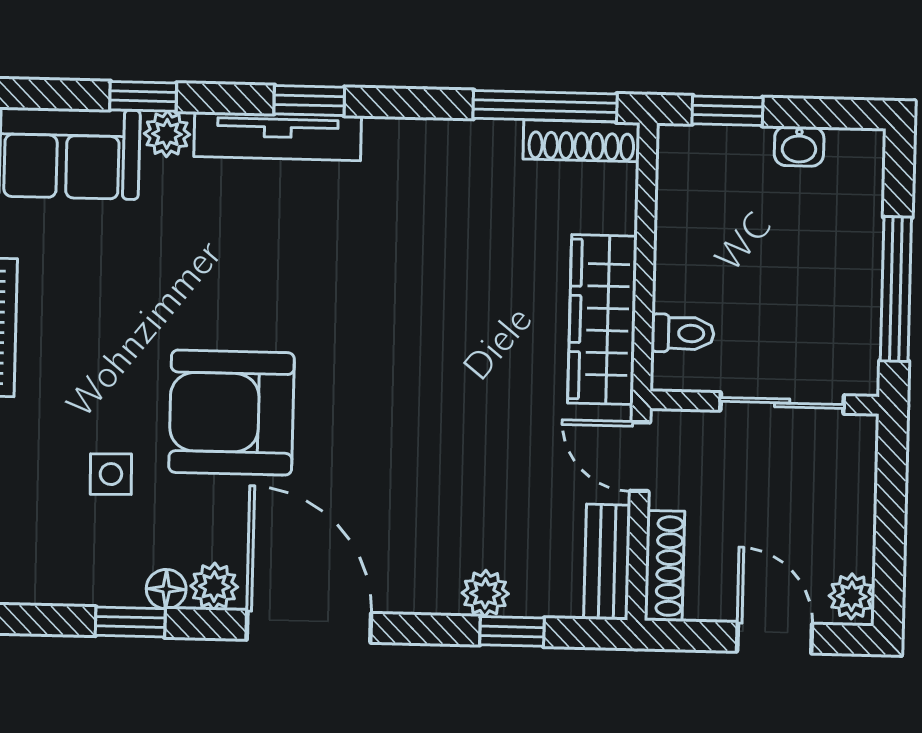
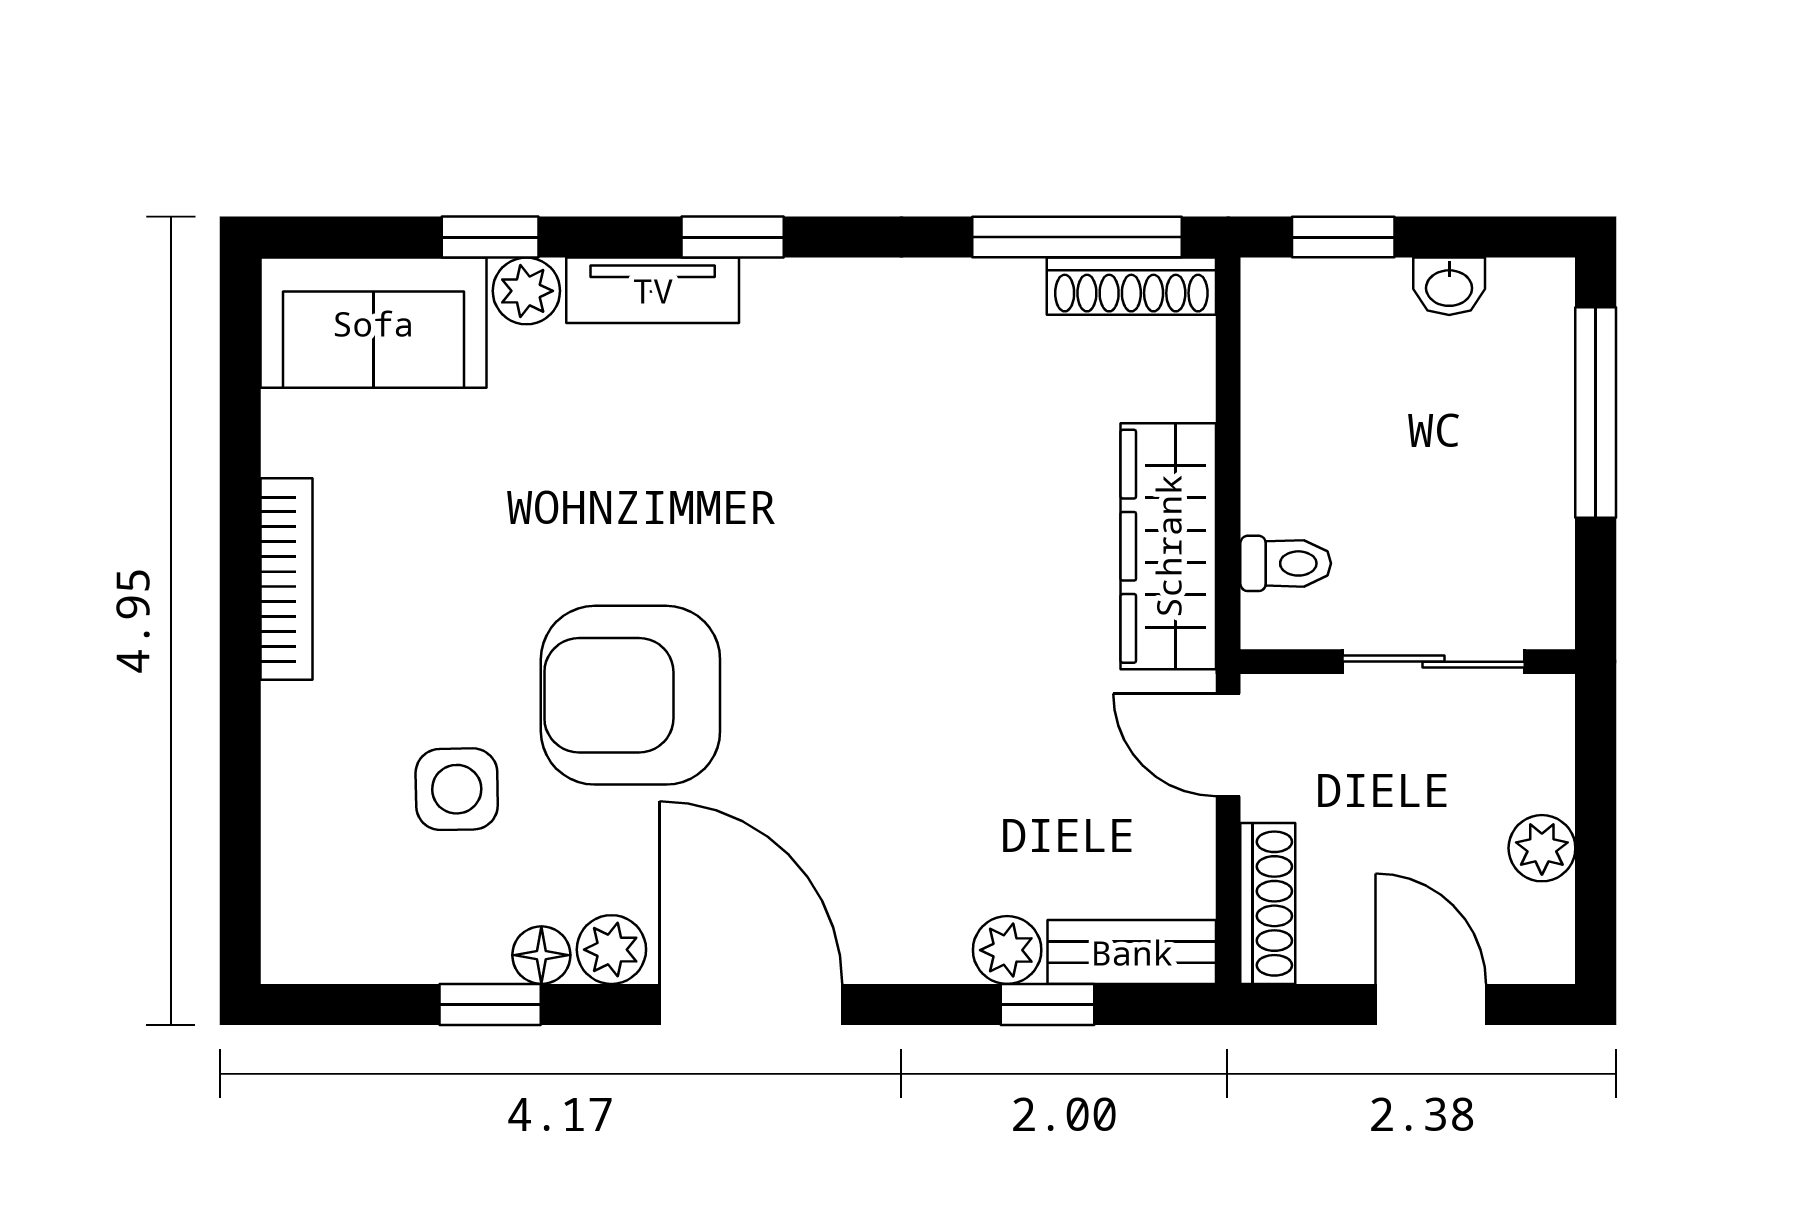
tv unit: (278, 136) -> (653, 290), width x0.71
window: (896, 289) -> (1596, 412), moved
side table: (111, 474) -> (457, 789), width x1.37, depth x1.37
bench: (607, 562) -> (1132, 952), moved, turned 90
plant: (852, 596) -> (1542, 848), moved

